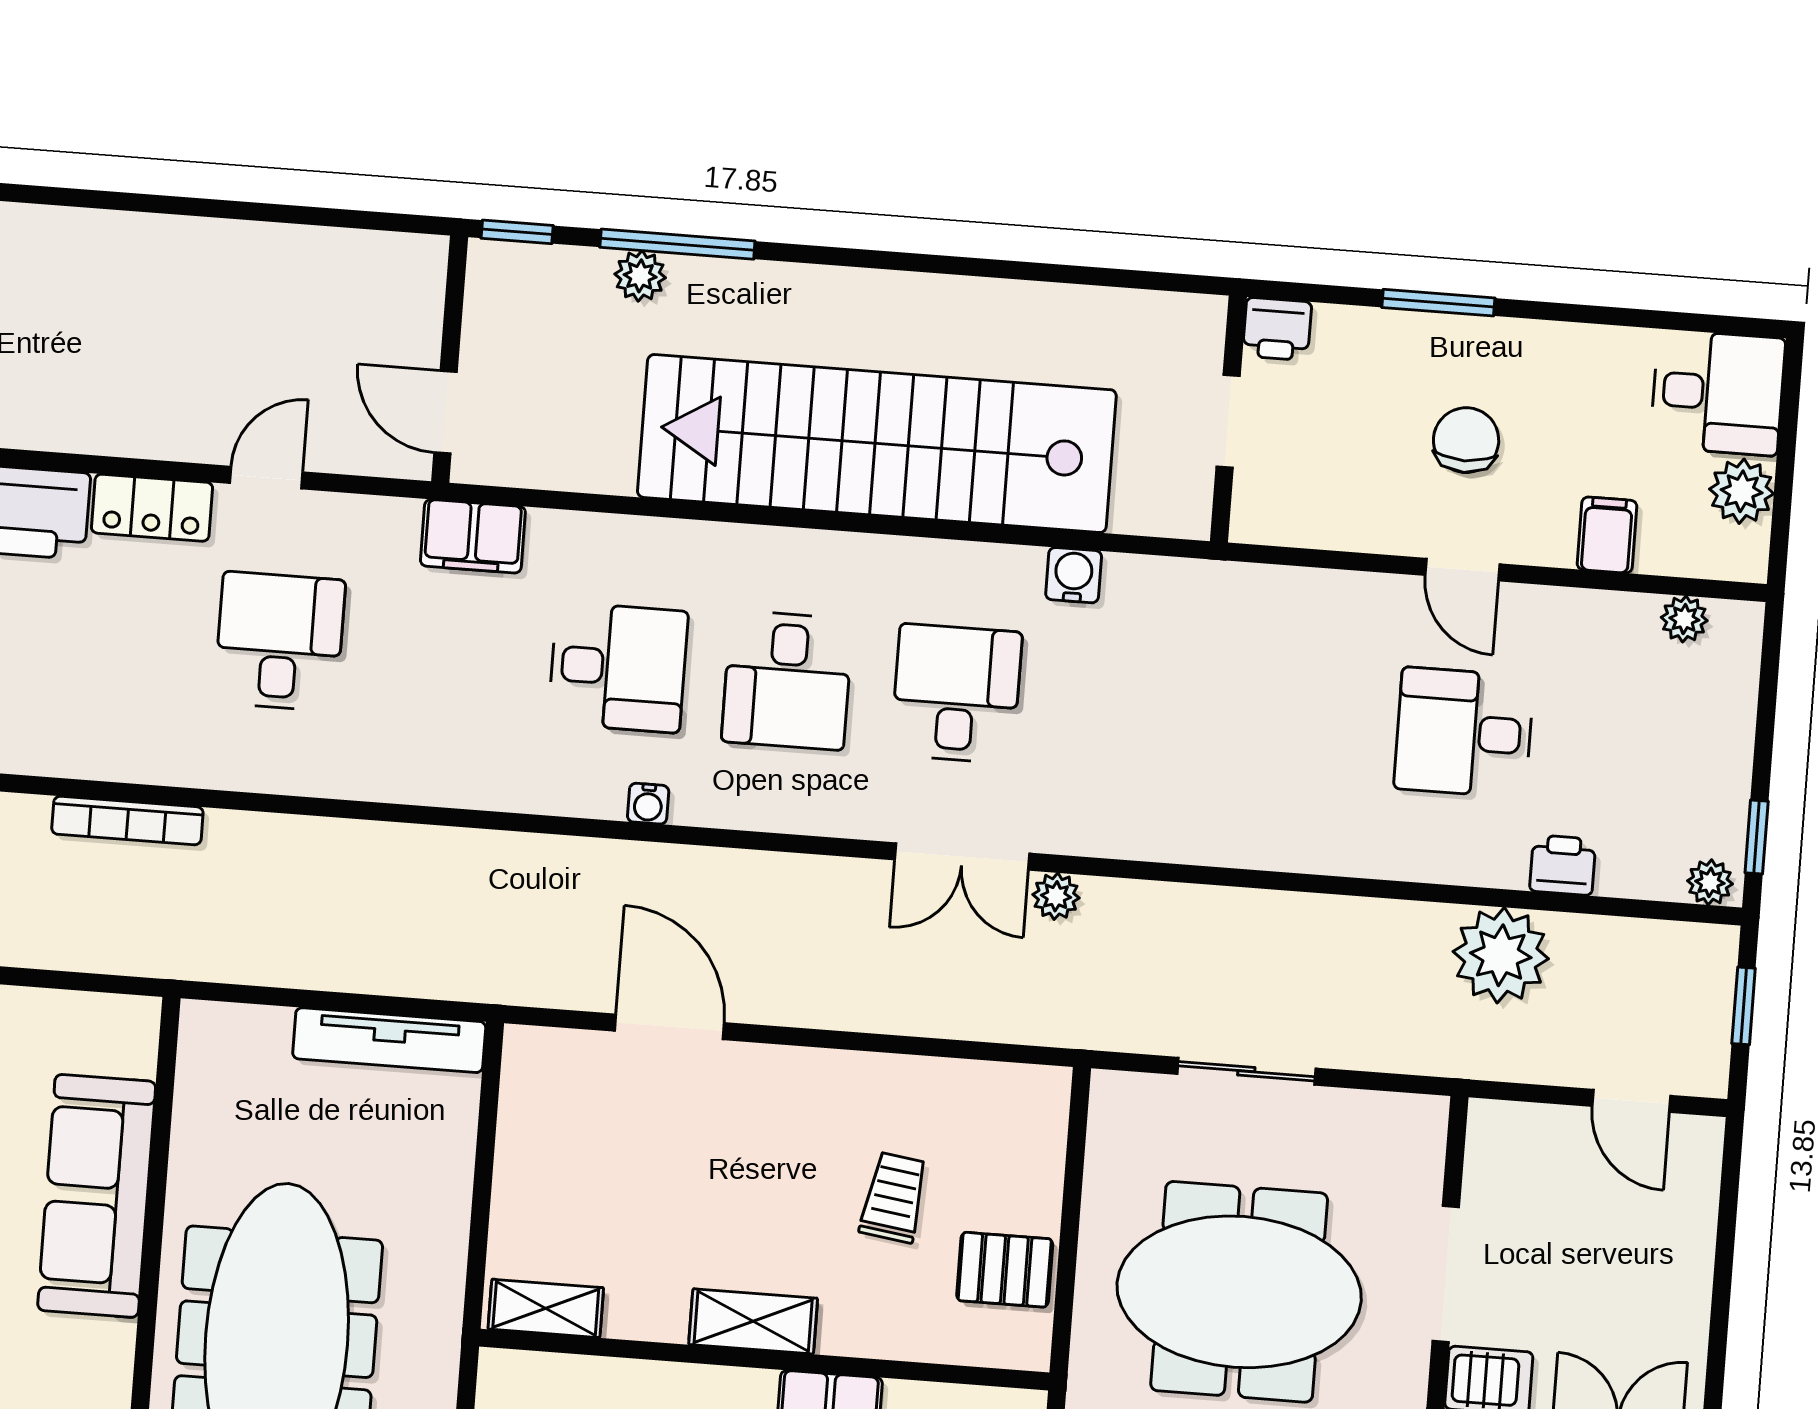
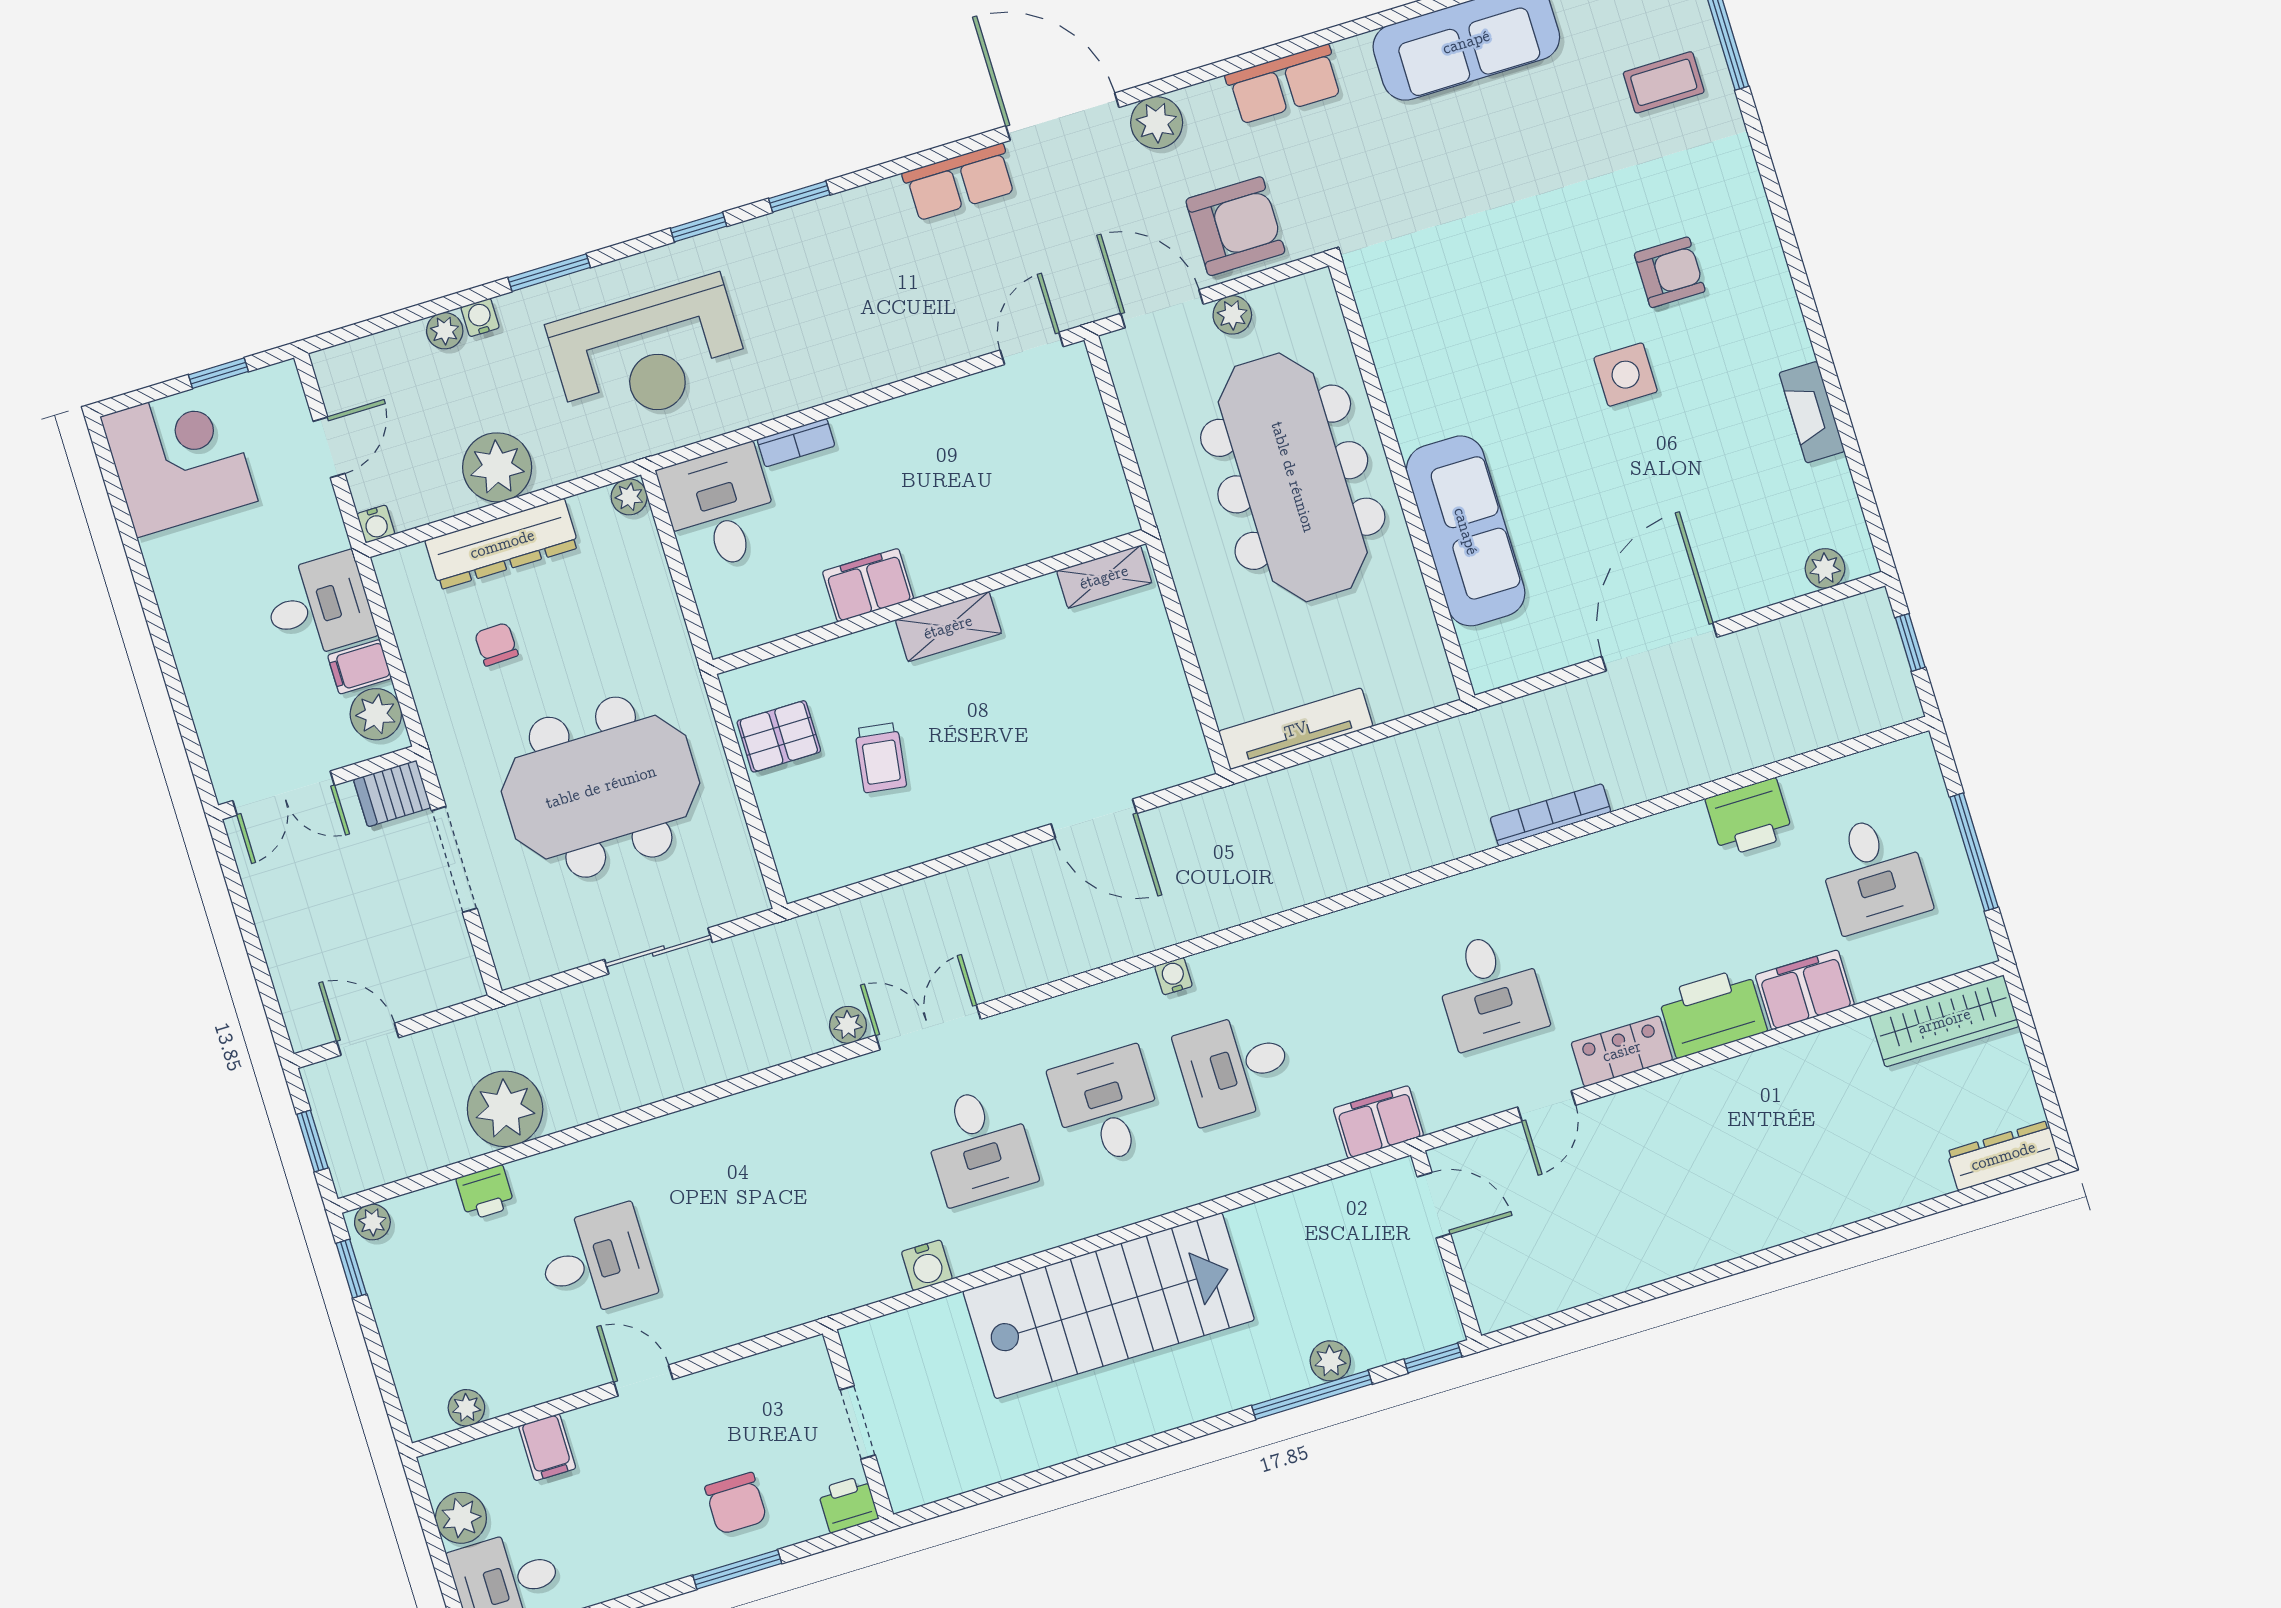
chair: (1466, 440) -> (736, 1503), moved
stairs: (877, 444) -> (1109, 1306), width x0.73

